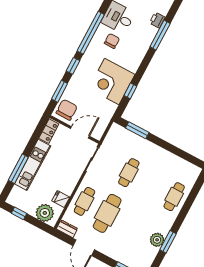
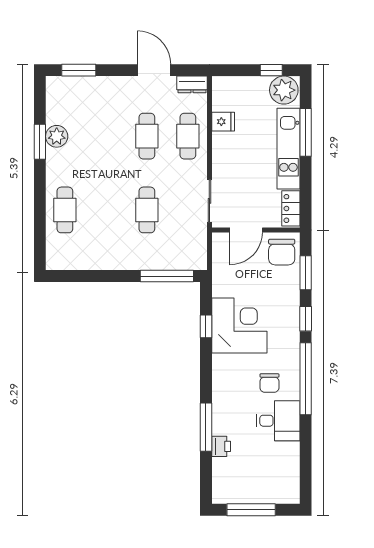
window: (137, 130) -> (167, 276), width x1.44
plant: (45, 213) -> (284, 90), moved
cafe table: (107, 213) -> (147, 136), width x0.73, depth x0.74

